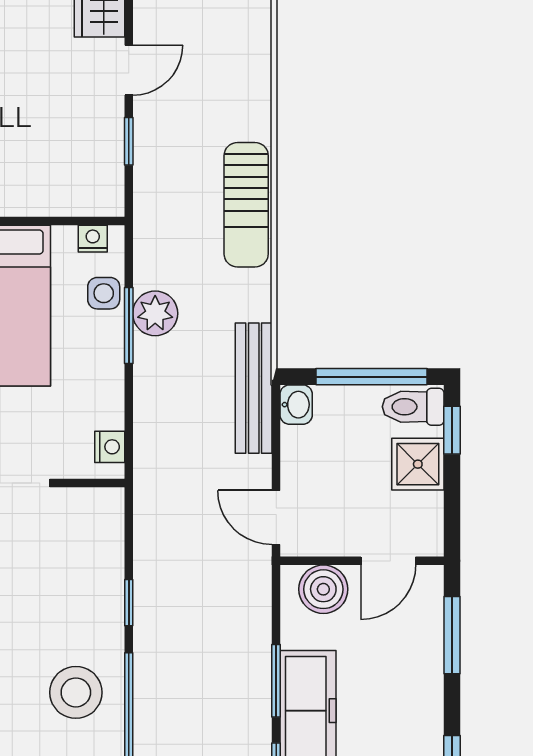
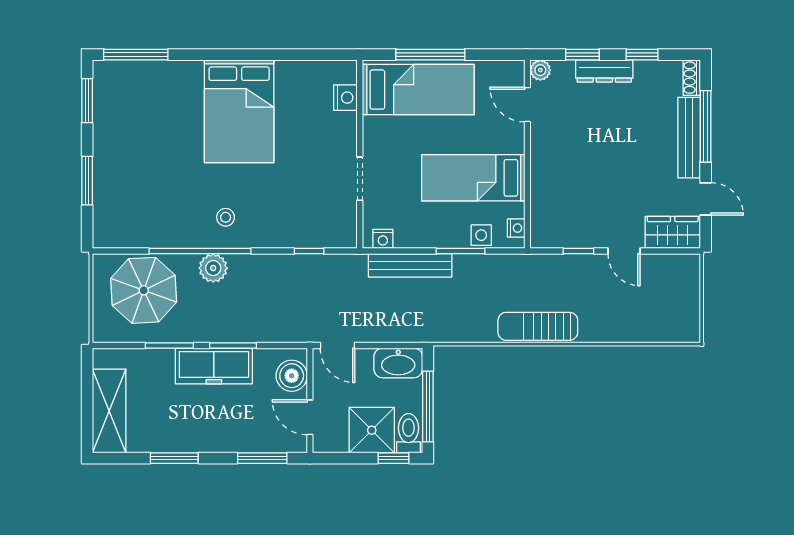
plant: (155, 313) -> (213, 268), moved
bench: (254, 388) -> (410, 265), moved
washbasin: (296, 405) -> (398, 363), width x1.91, depth x1.45
shower: (418, 464) -> (372, 430), width x1.36, depth x1.36
door: (276, 518) -> (338, 345), swing flipped
window: (129, 603) -> (309, 251), moved
stool: (76, 692) -> (226, 217), width x0.53, depth x0.53

